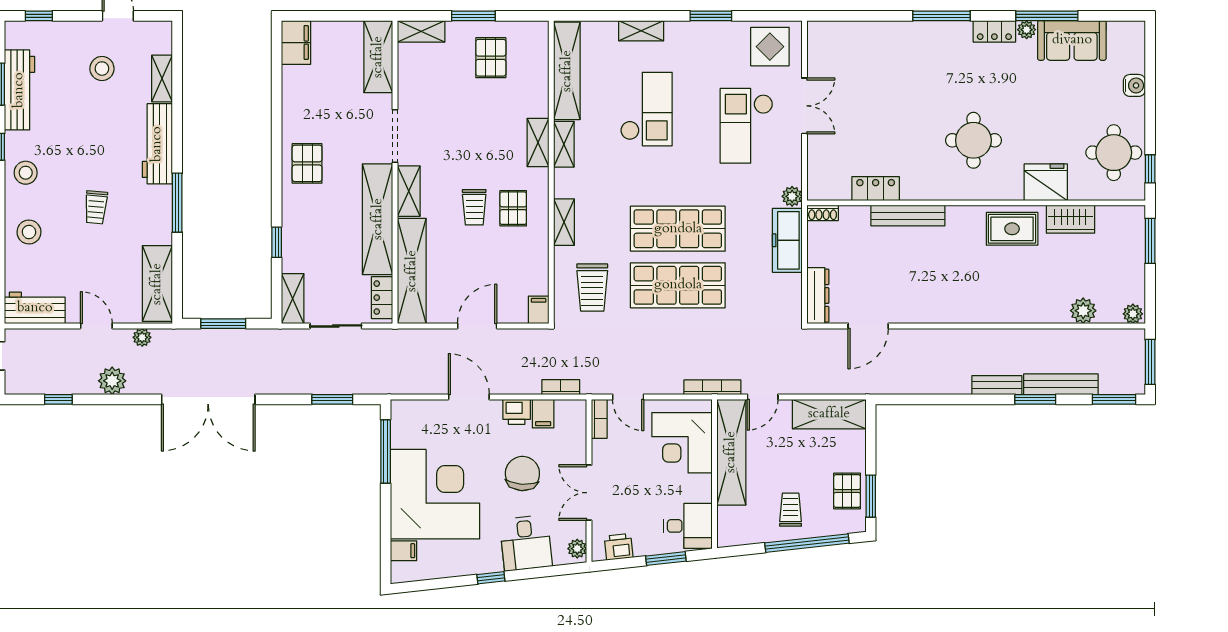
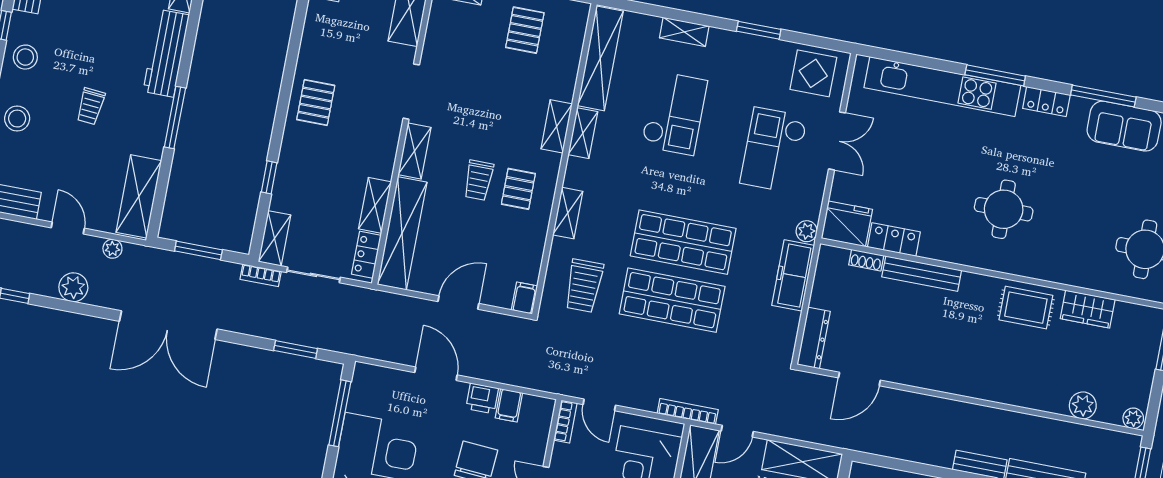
plant: (1027, 30) -> (1080, 106), removed
kitchen unit: (894, 36) -> (942, 87), added
fridge: (1046, 182) -> (847, 224), moved
shoe rack: (823, 213) -> (866, 260), moved
shelving: (378, 219) -> (375, 205), width x0.45, depth x0.75
bookcase: (561, 387) -> (261, 275), moved, turned 180

